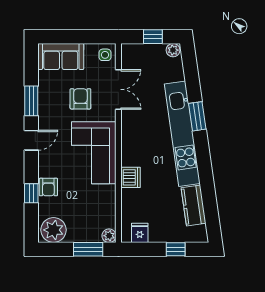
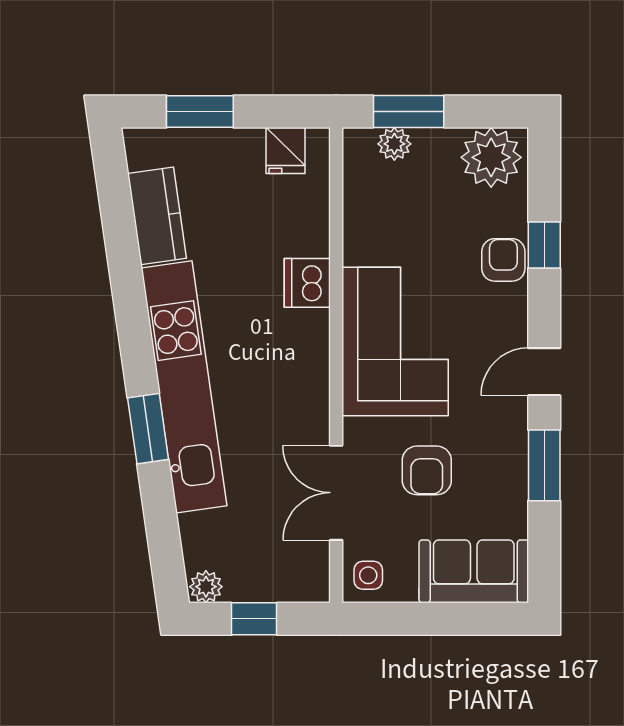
plant: (109, 236) -> (394, 144), moved
window: (176, 249) -> (200, 111), width x1.50

